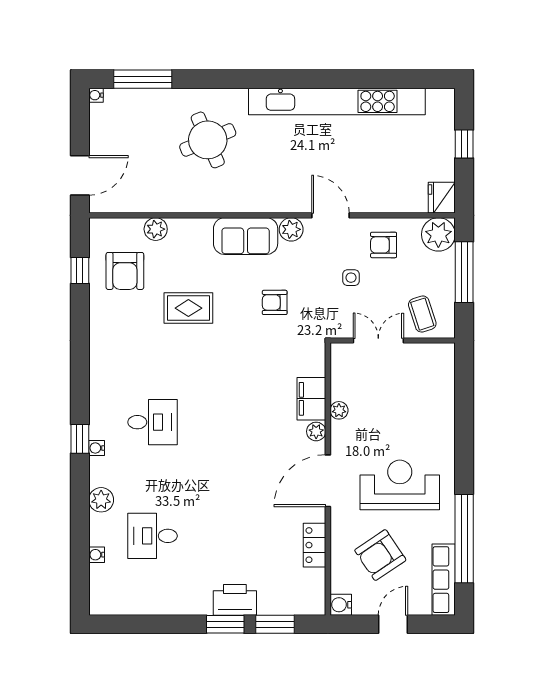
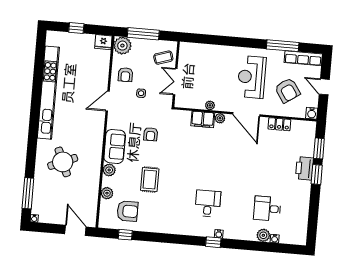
plant: (291, 229) -> (109, 170), moved
plant: (101, 500) -> (263, 235), moved
desk: (153, 536) -> (267, 209), turned 90
window: (464, 539) -> (283, 46), width x0.68

